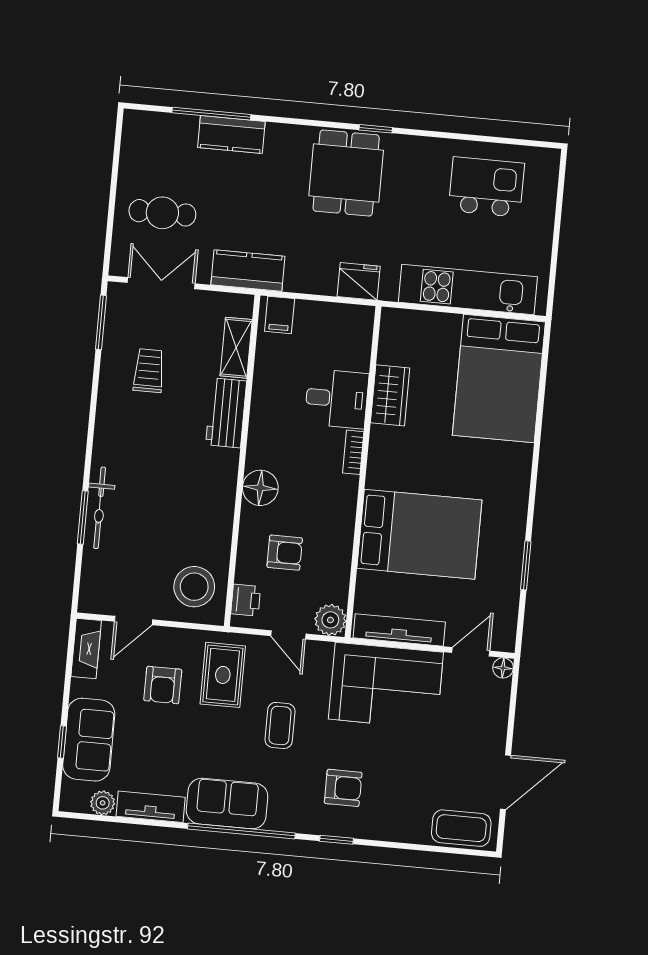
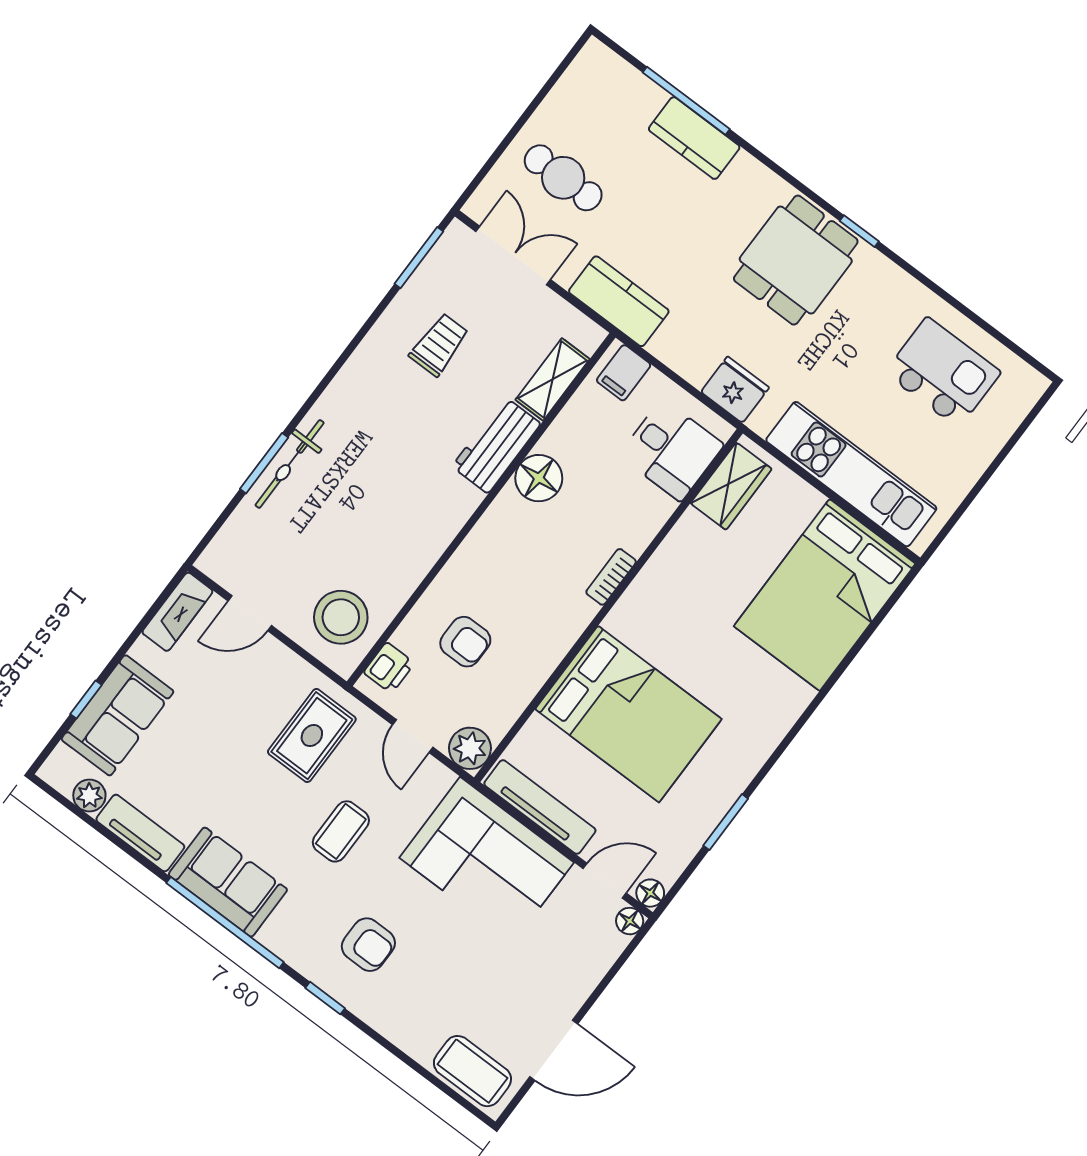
wardrobe: (390, 395) -> (731, 486), moved
desk: (337, 399) -> (671, 450), moved
floor lamp: (260, 488) -> (539, 478), moved
floor lamp: (505, 642) -> (650, 893), added
armchair: (163, 685) -> (238, 705), removed

